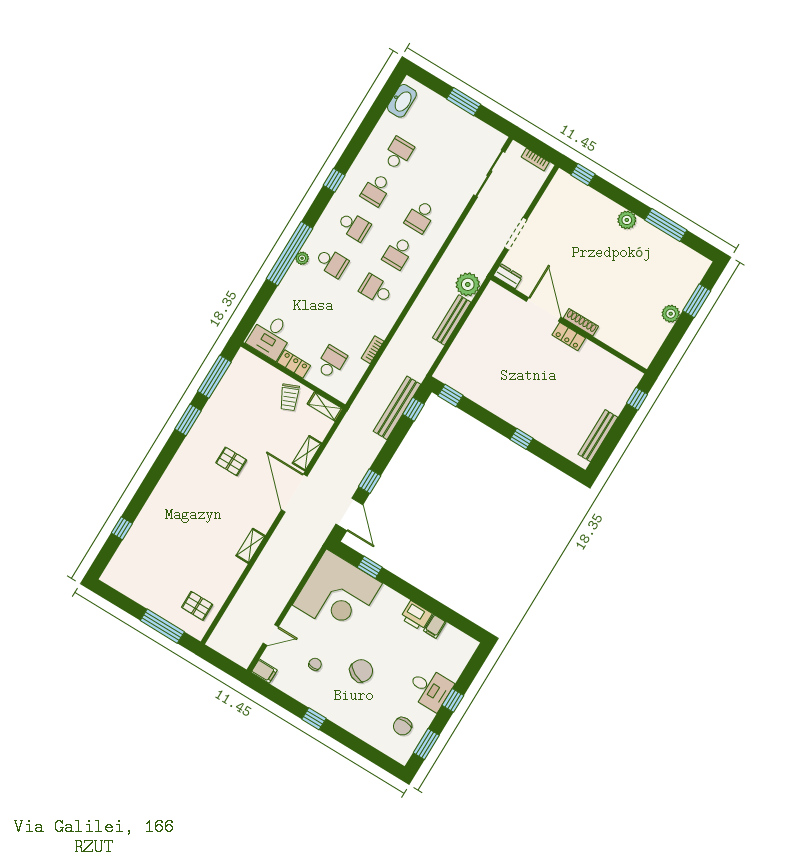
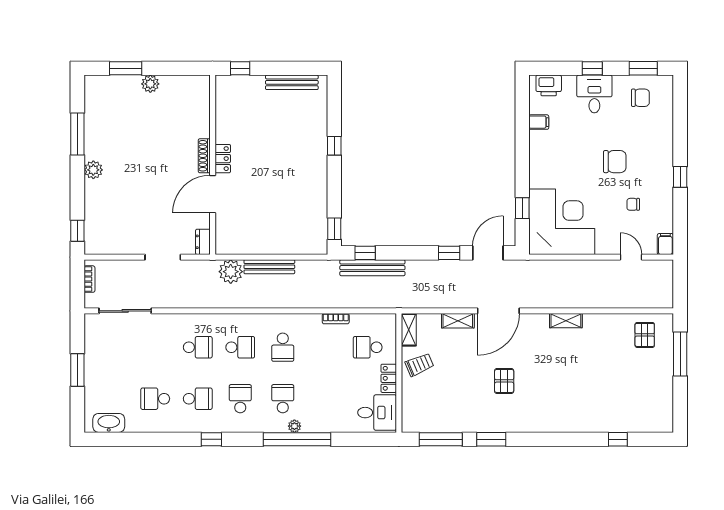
printer: (416, 616) -> (549, 85), moved, turned 90
chair: (361, 671) -> (615, 162), turned 153

